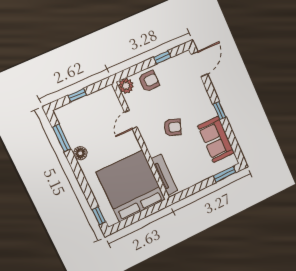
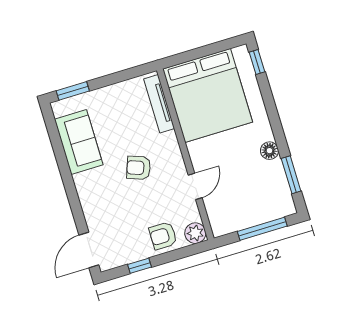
window: (77, 95) -> (262, 229), width x2.17
window: (220, 111) -> (68, 182), removed

